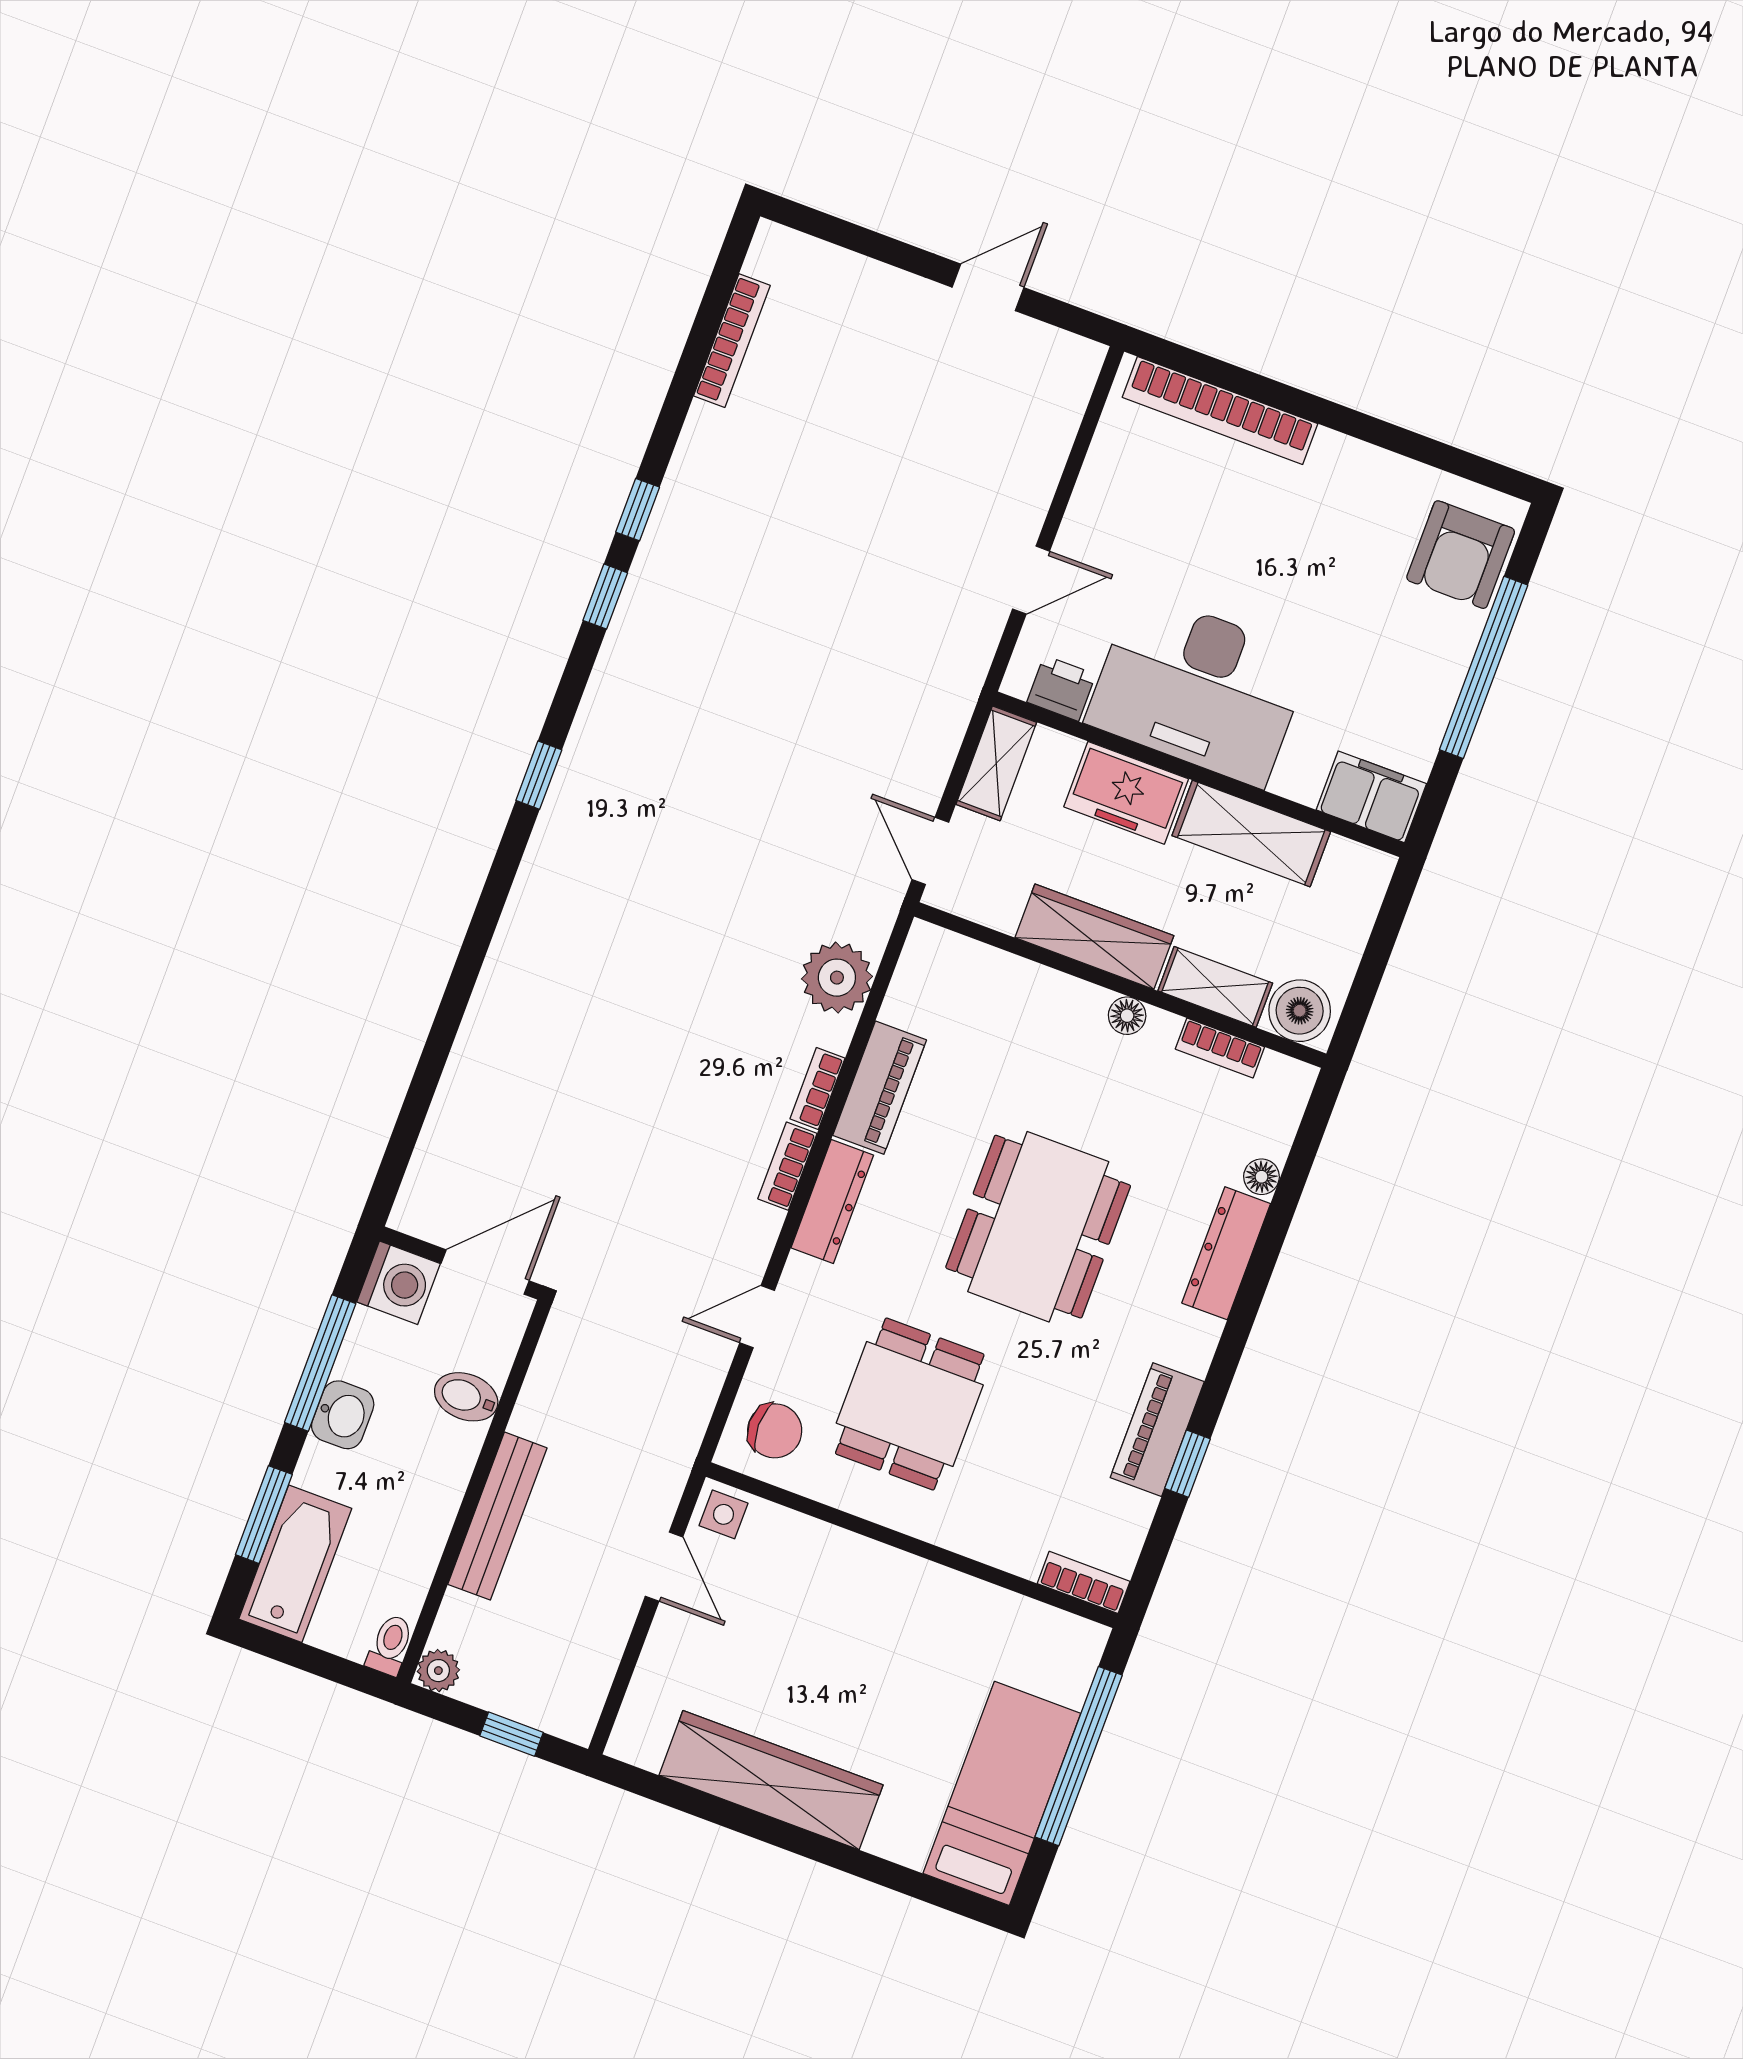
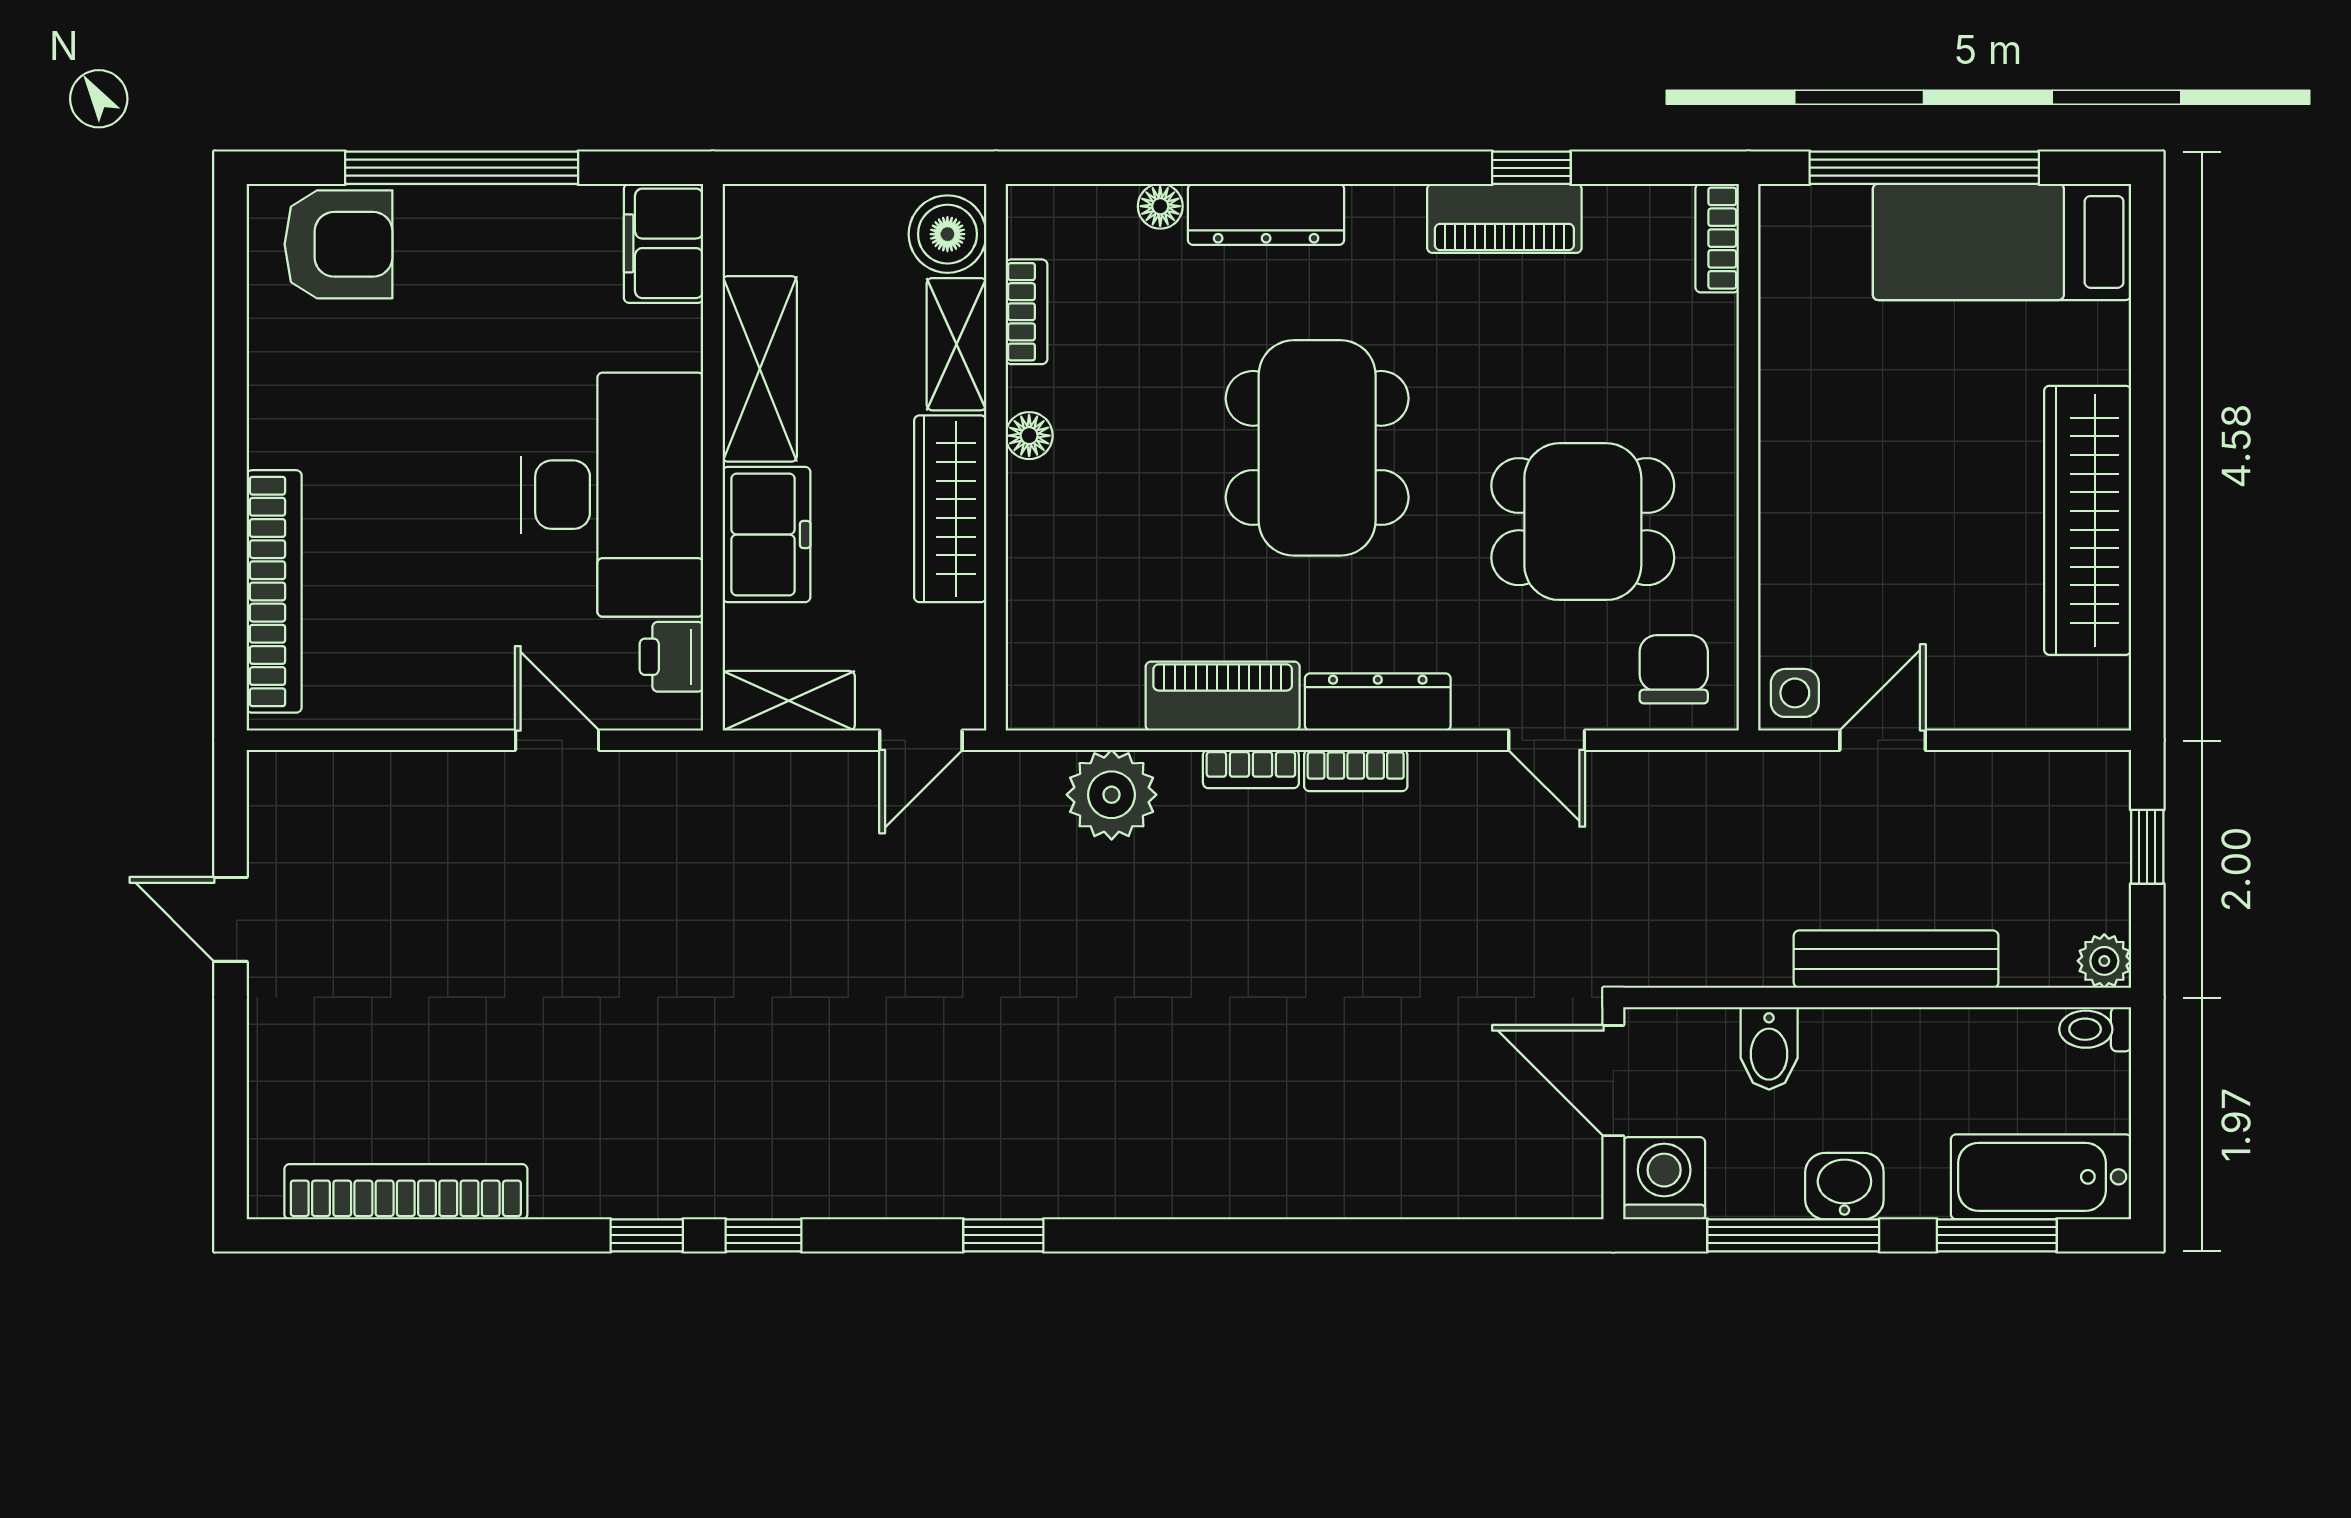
bookcase: (732, 341) -> (406, 1192), width x1.48, depth x1.31
dining table: (1038, 1227) -> (1317, 448), turned 90

